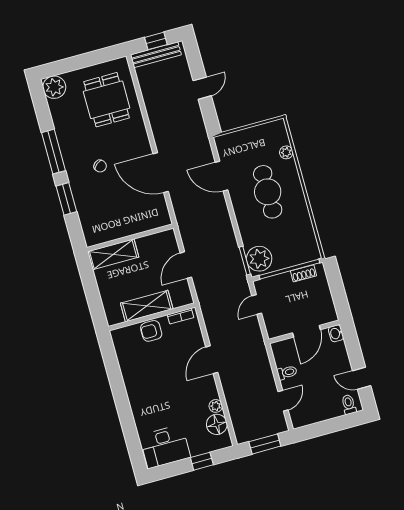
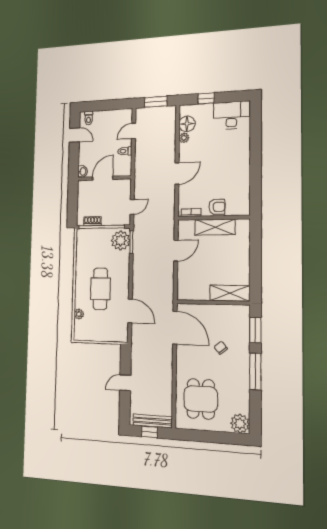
wall: (130, 238) -> (213, 302), moved
shelving: (113, 254) -> (230, 293), moved

